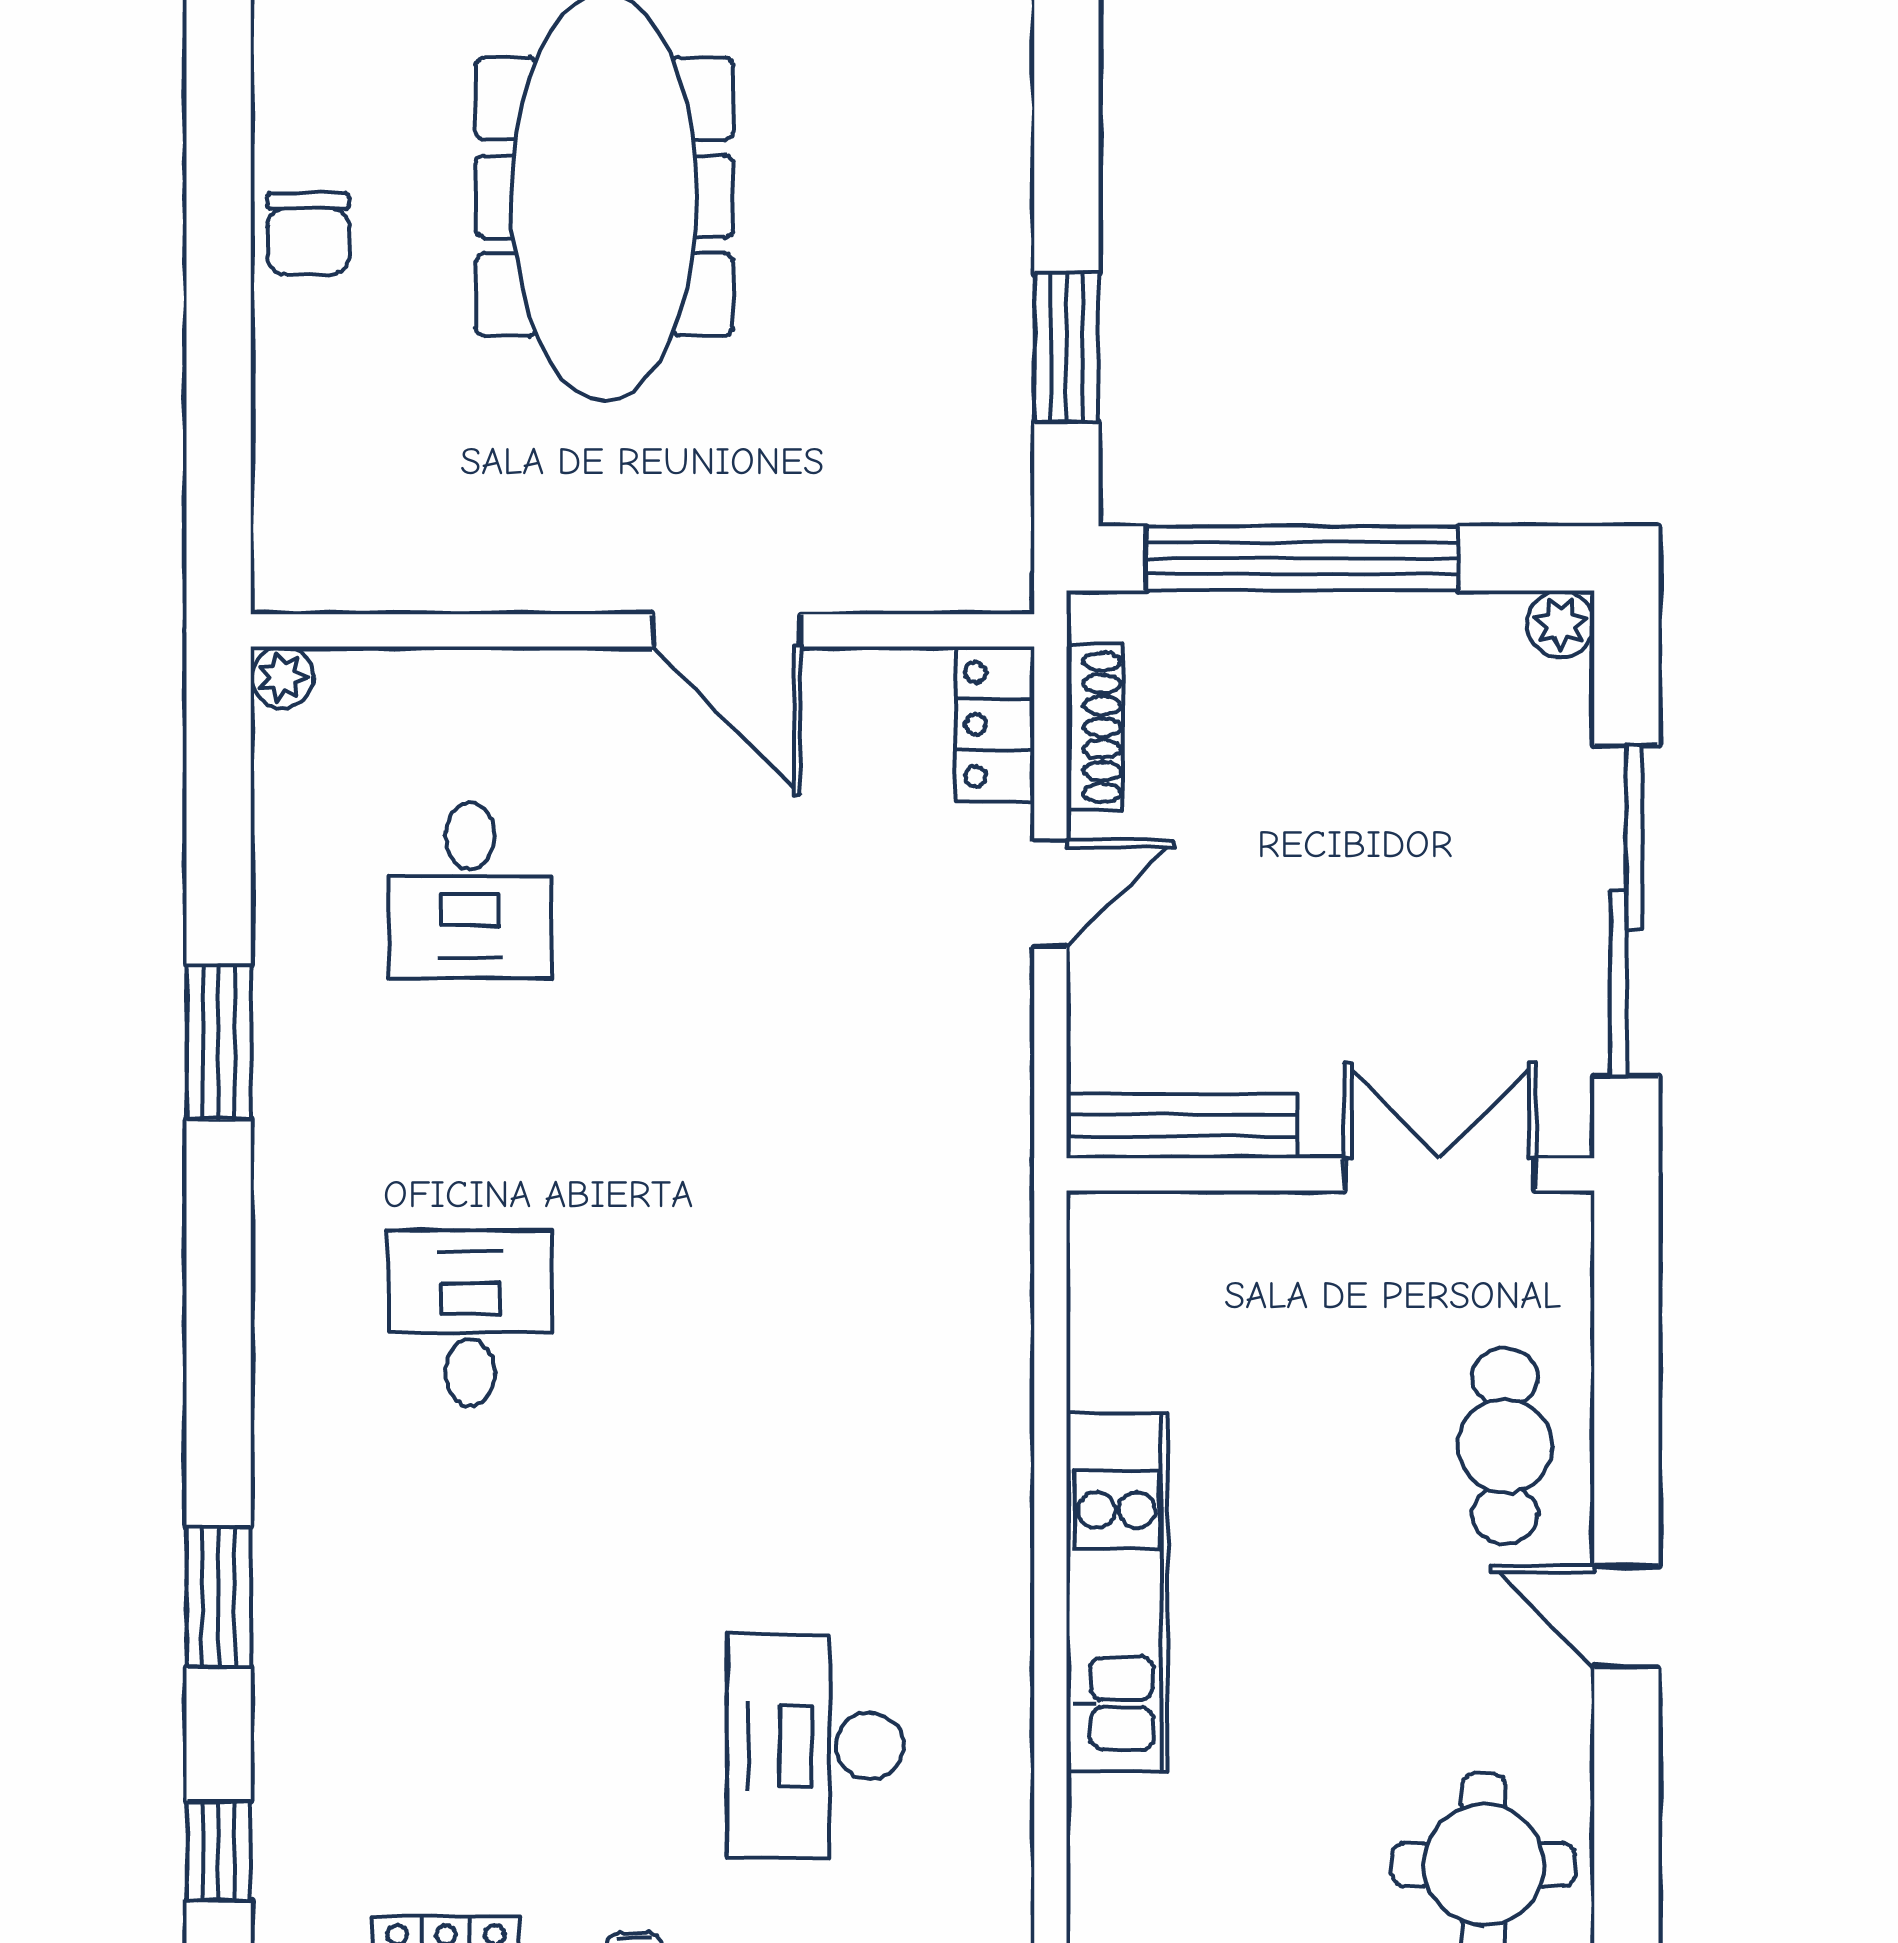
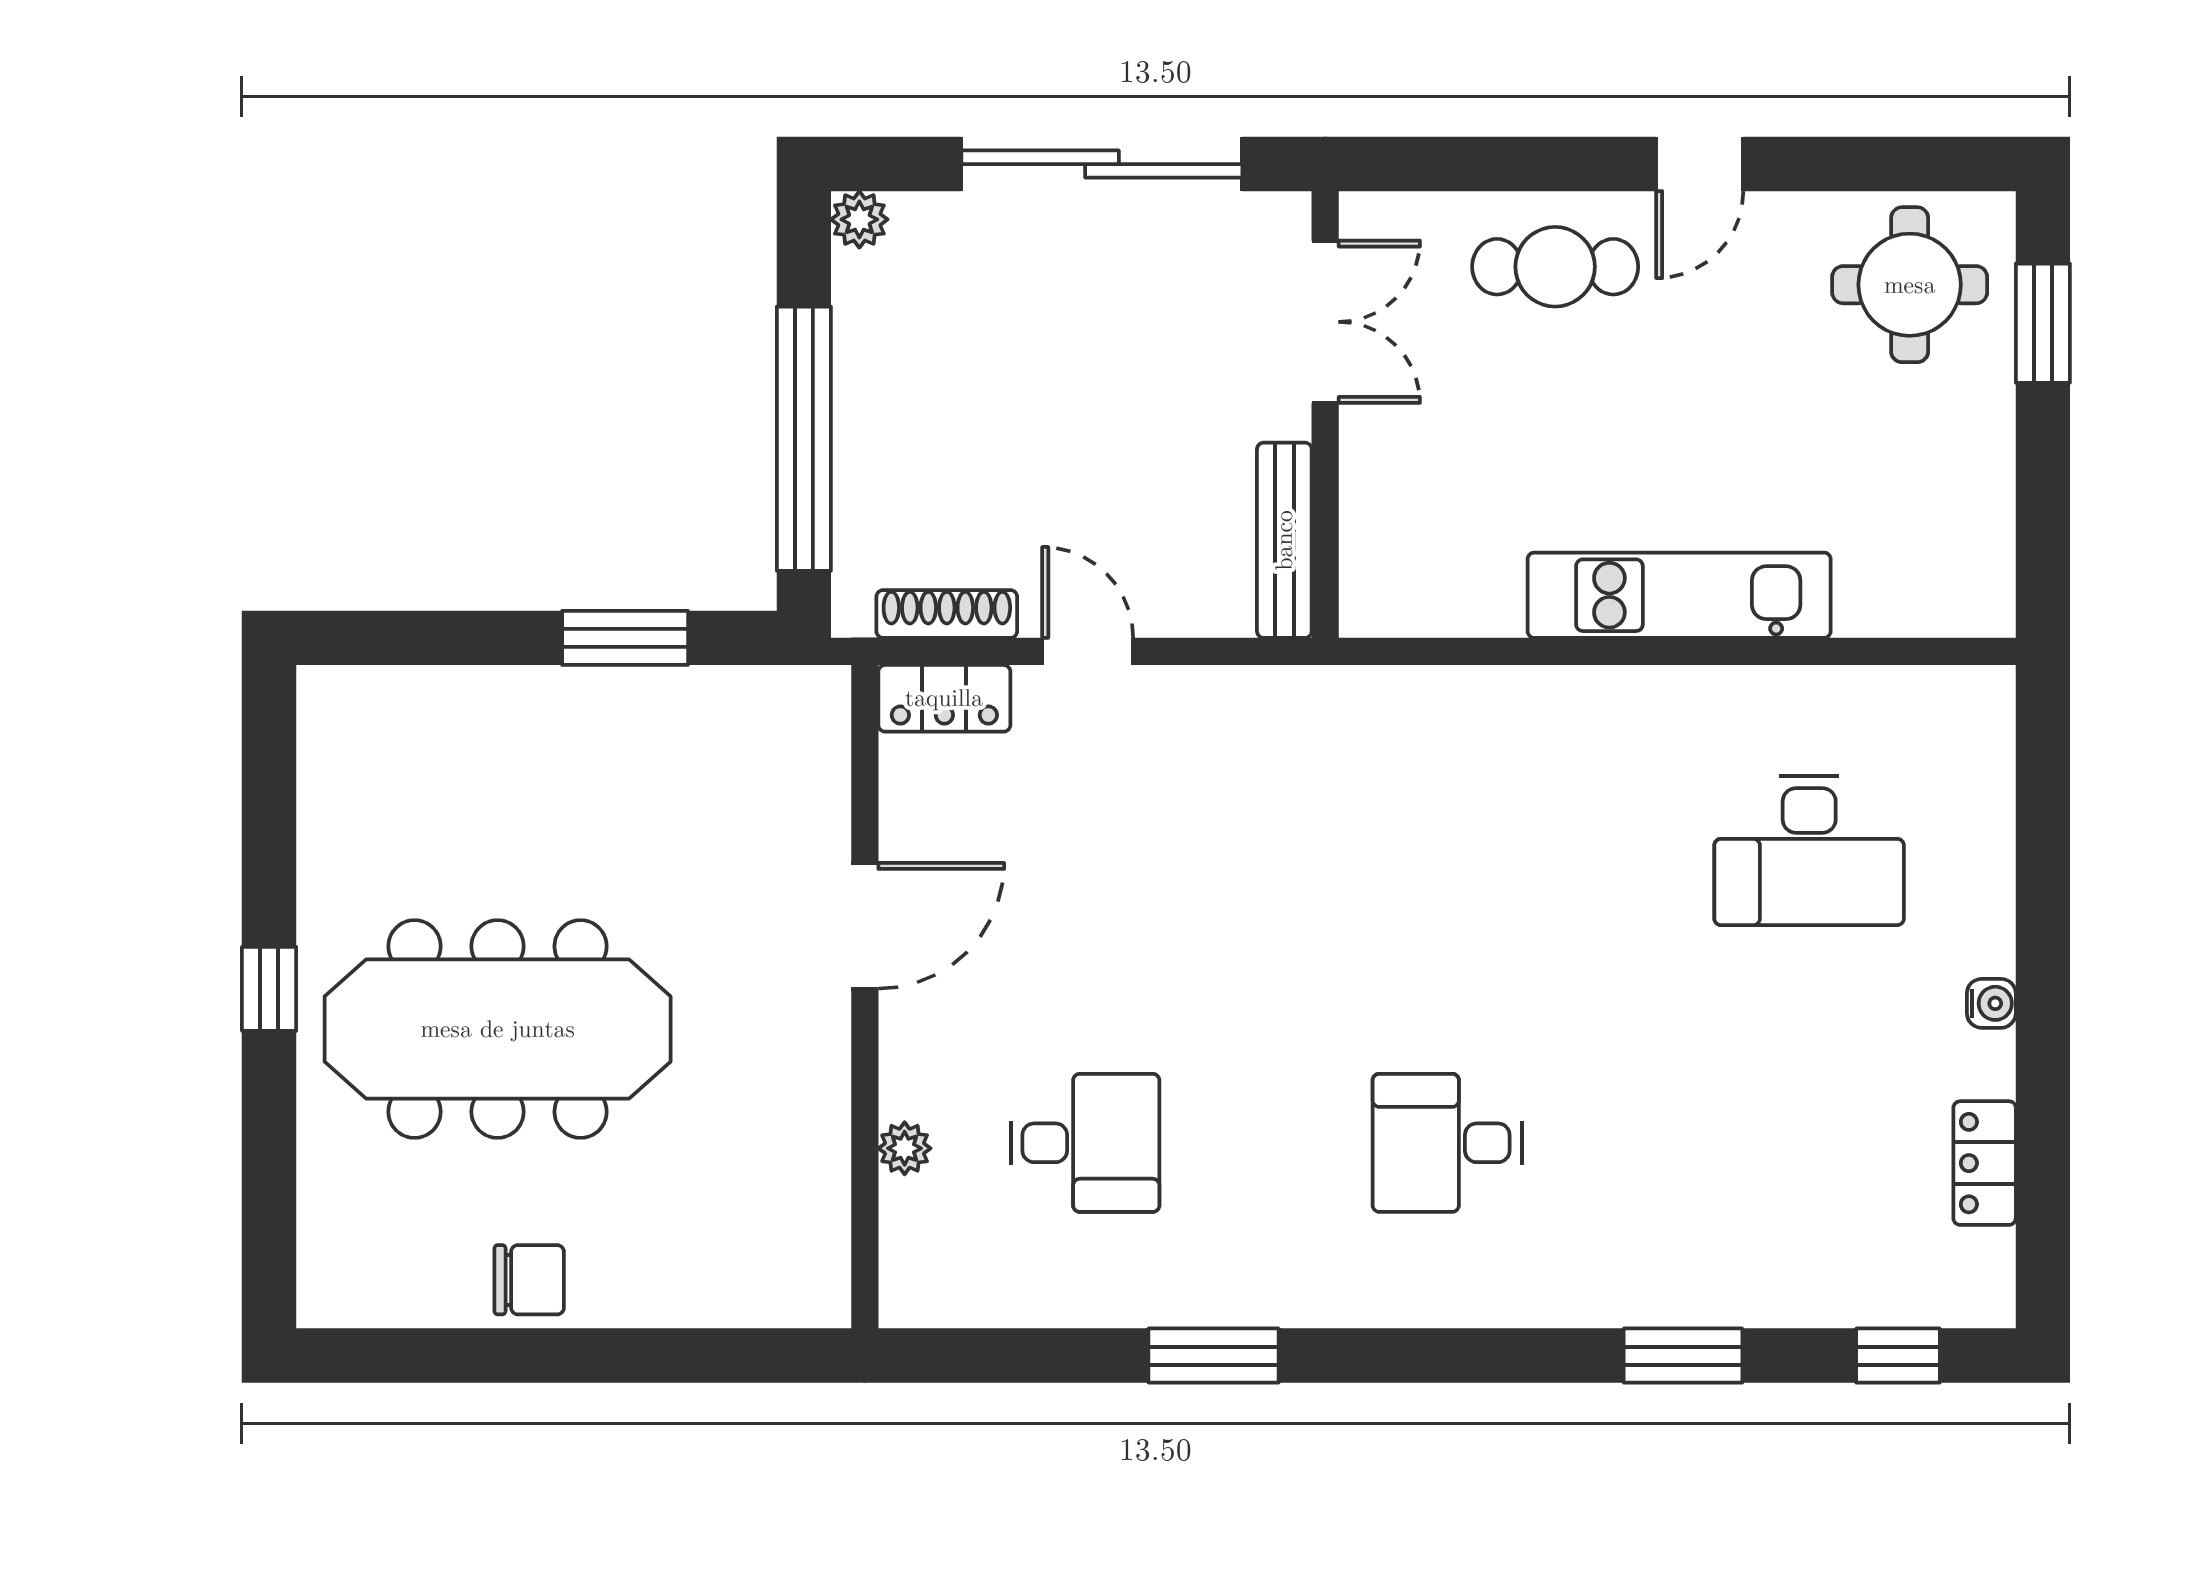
plant: (282, 677) -> (905, 1148), moved
double door: (1440, 1174) -> (1325, 322), swing flipped

